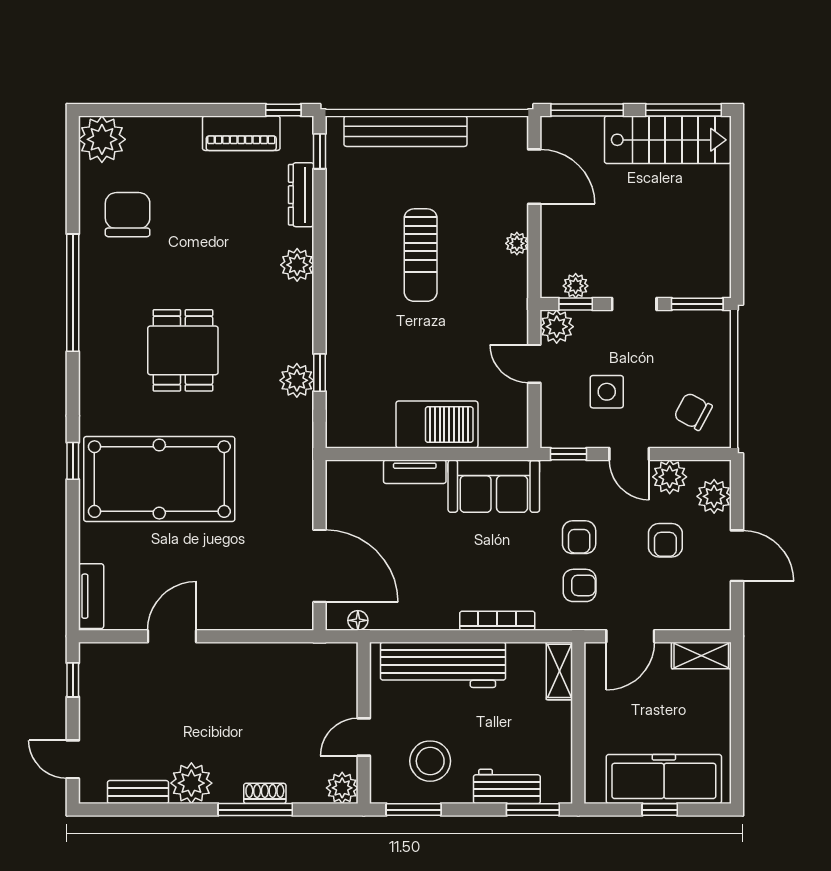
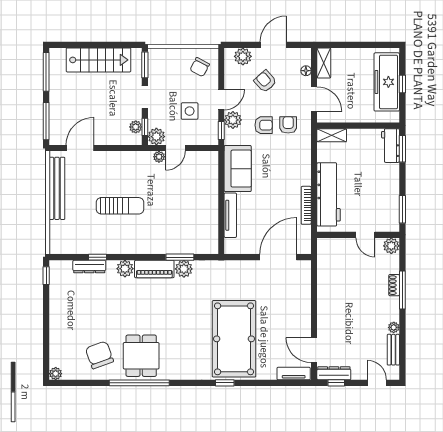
bench: (405, 131) -> (57, 188), moved
piano: (241, 133) -> (154, 269), moved, turned 90
plant: (102, 139) -> (56, 374), width x0.53, depth x0.53
stairs: (668, 140) -> (98, 60), moved, turned 90
window: (320, 151) -> (97, 257), moved
chair: (128, 215) -> (99, 355), turned 70
plant: (517, 243) -> (159, 157), moved
dining table: (183, 350) -> (141, 356), moved, turned 90
window: (320, 373) -> (180, 257), width x1.50
barbecue: (437, 425) -> (206, 197), removed
tv unit: (415, 472) -> (230, 215), width x1.41
plant: (670, 477) -> (233, 120), moved
armchair: (665, 540) -> (265, 81), turned -132
floor lamp: (358, 620) -> (306, 71), moved
bookcase: (497, 621) -> (306, 205), moved
door: (172, 636) -> (314, 350), moved
dresser: (92, 675) -> (334, 373), added
door: (73, 759) -> (377, 383), swing flipped
stool: (430, 761) -> (378, 201), removed
plant: (191, 783) -> (394, 327), width x0.53, depth x0.53
workbench: (507, 786) -> (391, 146), moved

